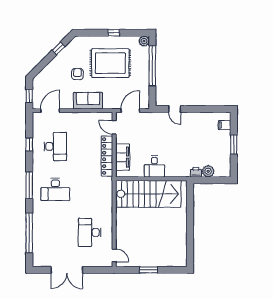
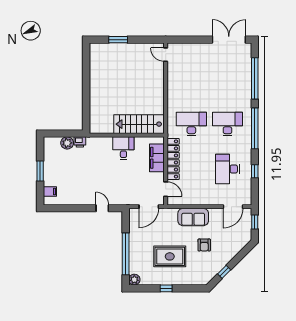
rug: (110, 63) -> (170, 256), width x0.73, depth x0.69
window: (29, 185) -> (255, 128), width x1.46
stairs: (148, 194) -> (139, 124), width x0.73, depth x0.66
desk: (90, 232) -> (191, 124), moved, turned -90
double door: (67, 270) -> (229, 40), moved
window: (149, 270) -> (118, 40), moved

